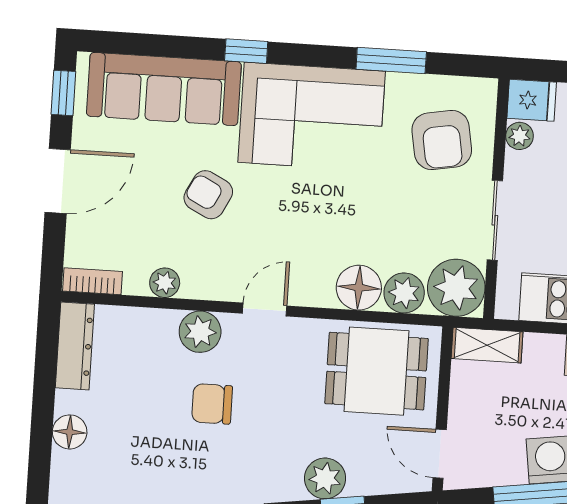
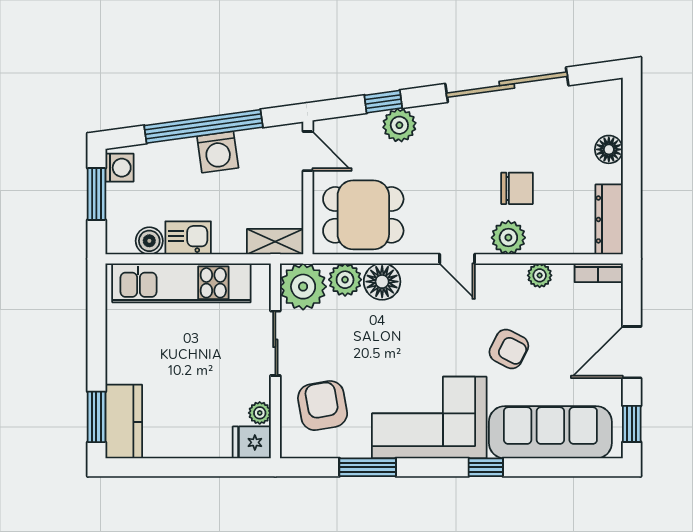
door: (265, 310) -> (457, 259), hinge flipped
chair: (212, 404) -> (517, 188), moved

